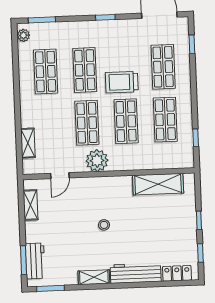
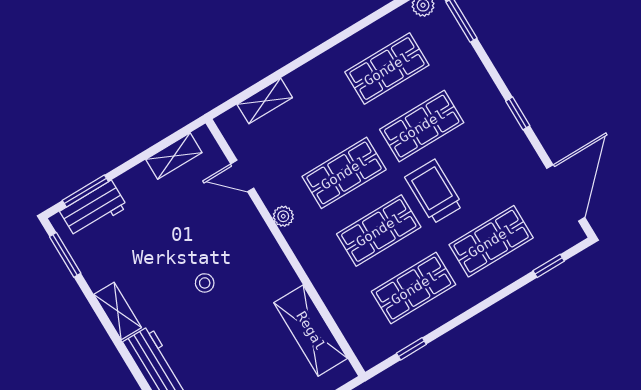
plant: (97, 161) -> (283, 216), width x0.53, depth x0.53

